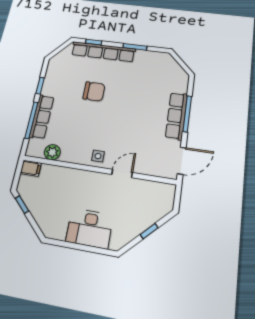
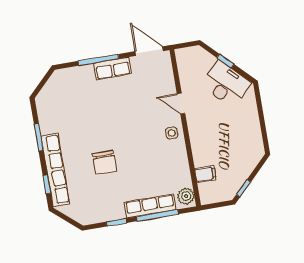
chair: (94, 91) -> (105, 162), turned 180
row of seats: (176, 116) -> (113, 68), width x0.68
plant: (52, 152) -> (186, 196), moved
filing cabinet: (31, 168) -> (205, 174), moved, turned 90
desk: (90, 228) -> (226, 84), moved, turned -45

